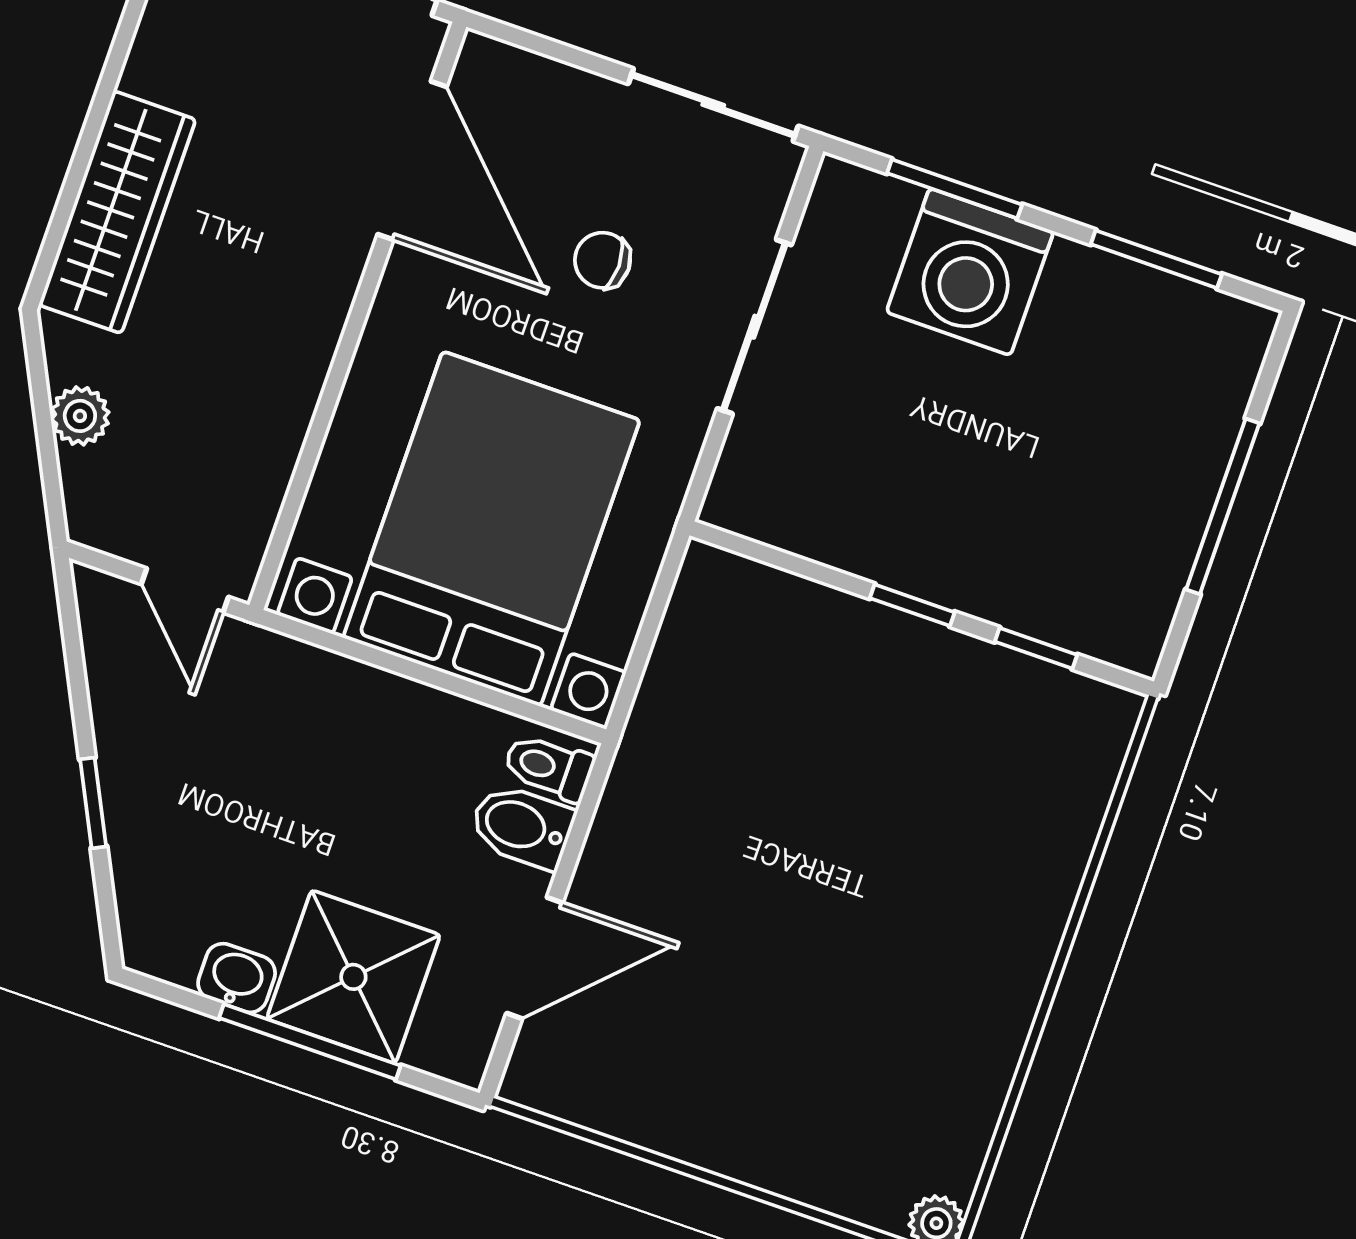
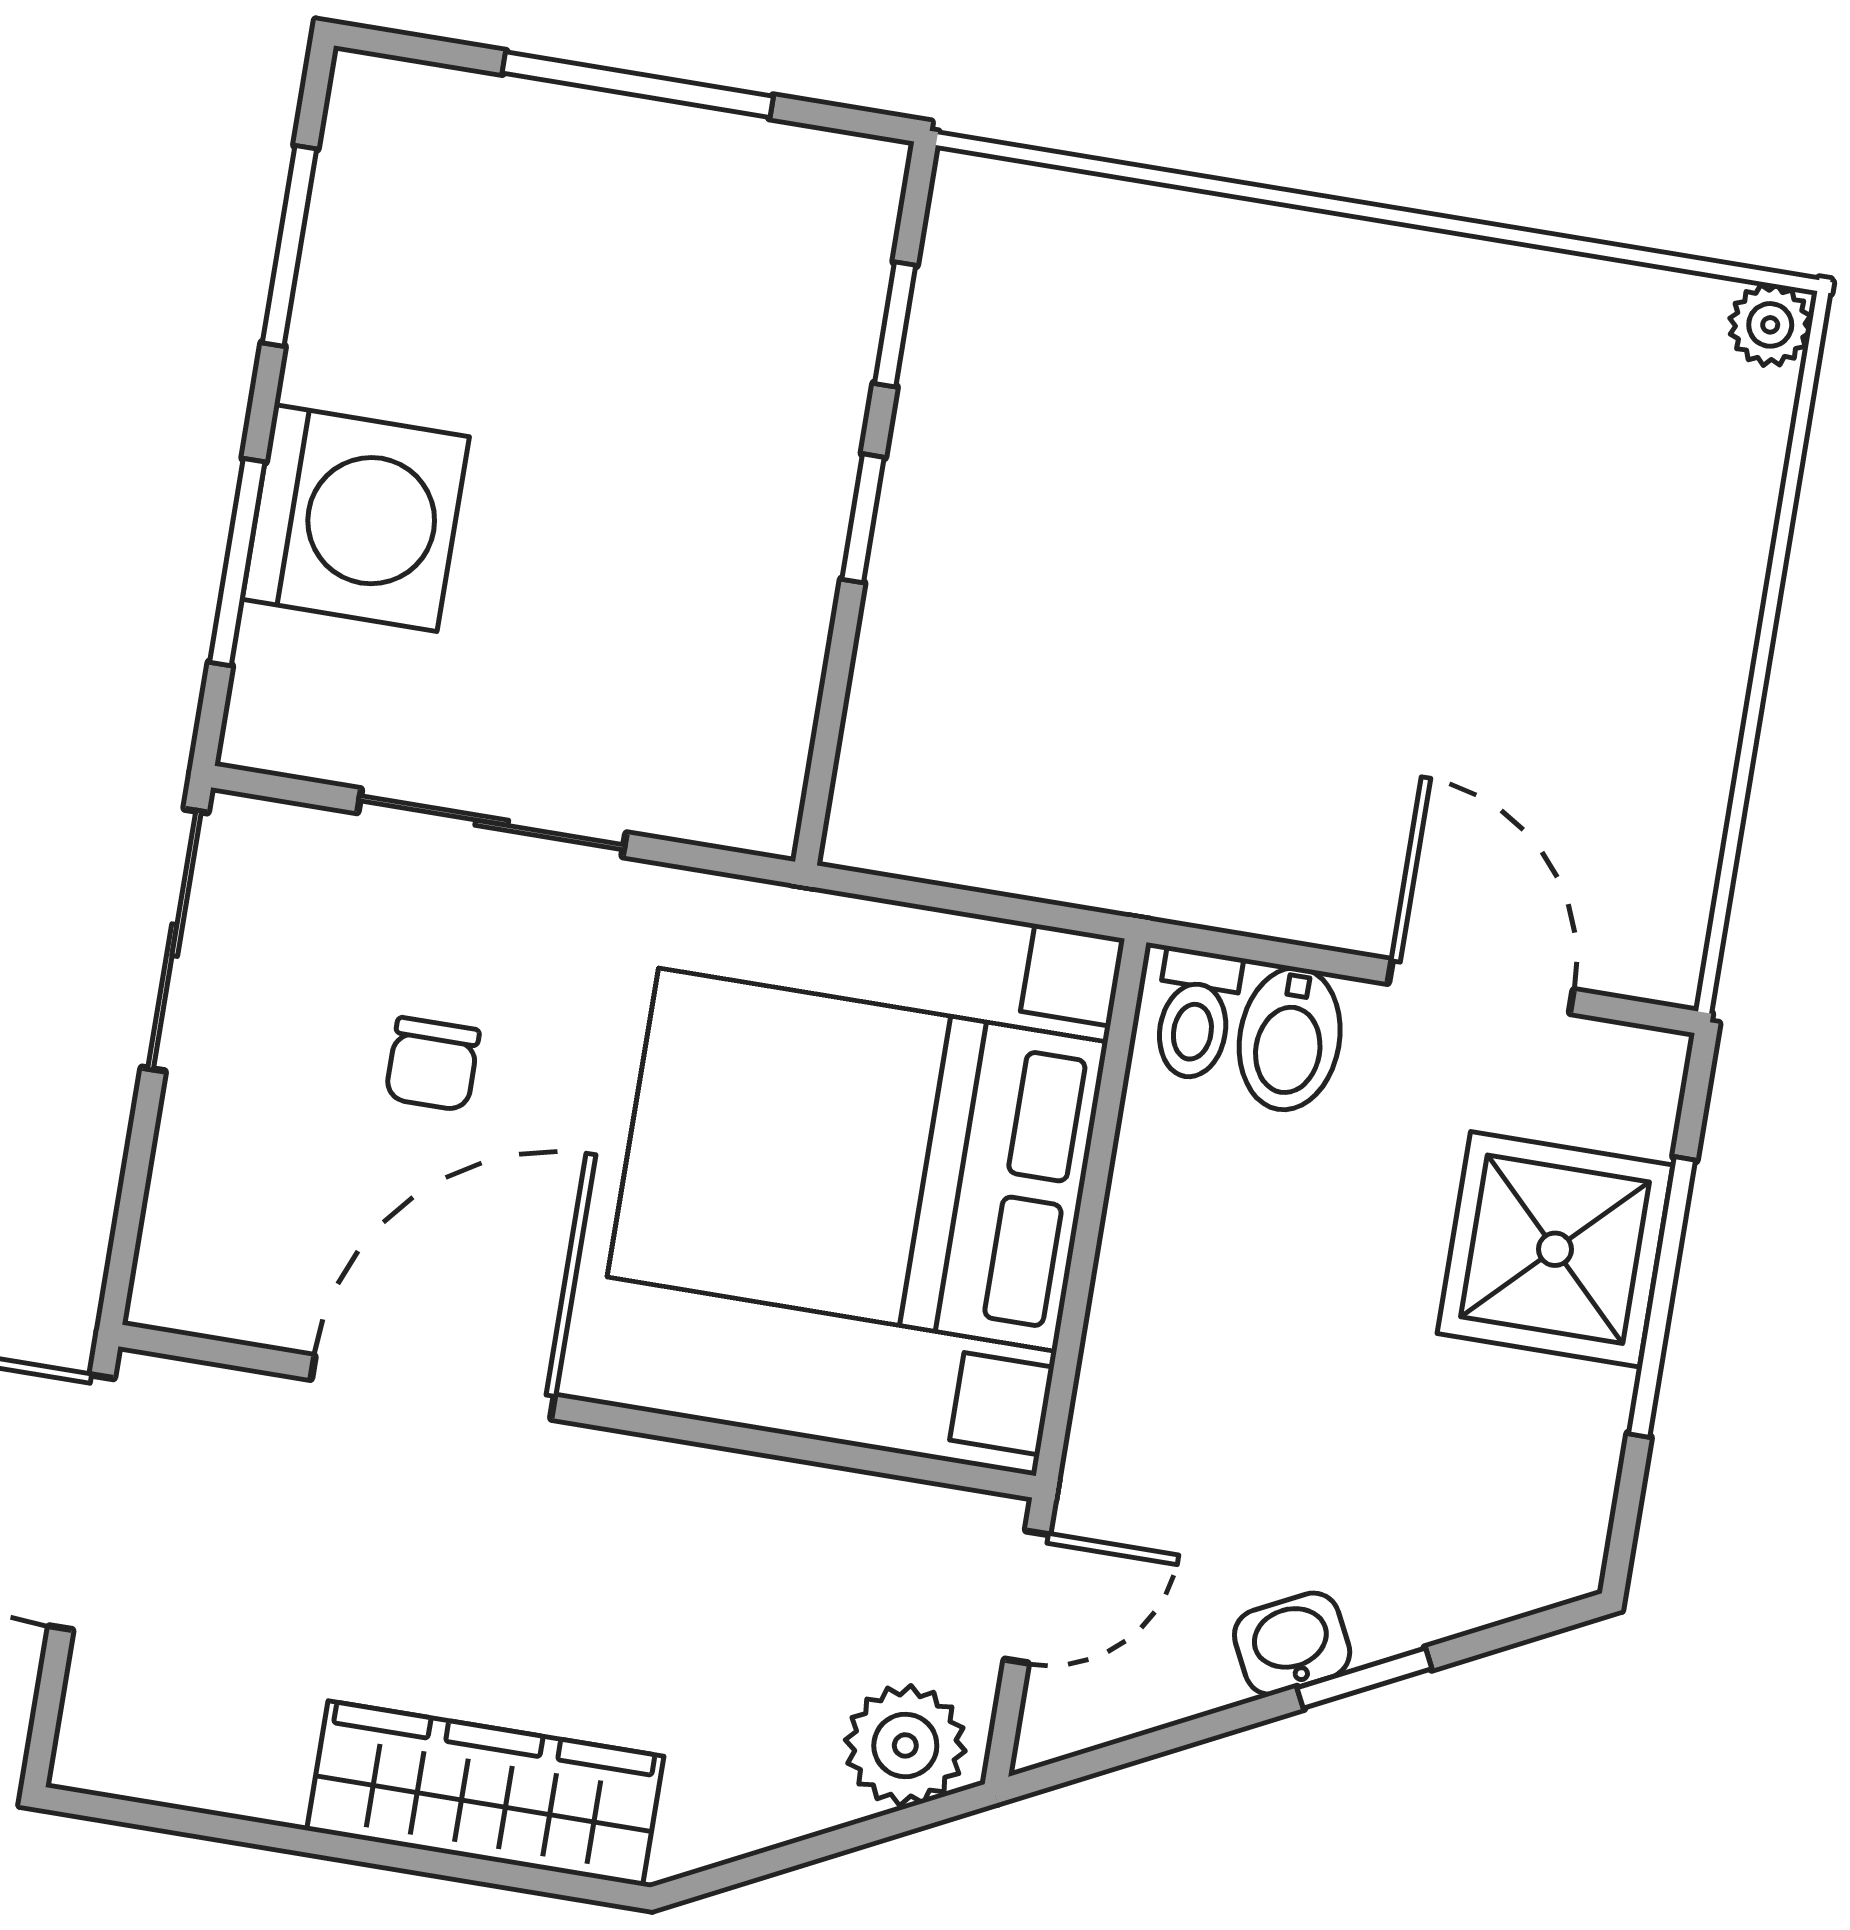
door: (412, 161) -> (433, 1387), moved
plant: (80, 416) -> (905, 1745), moved, width x1.38, depth x1.38
washbasin: (237, 978) -> (1292, 1644), moved, turned 63

